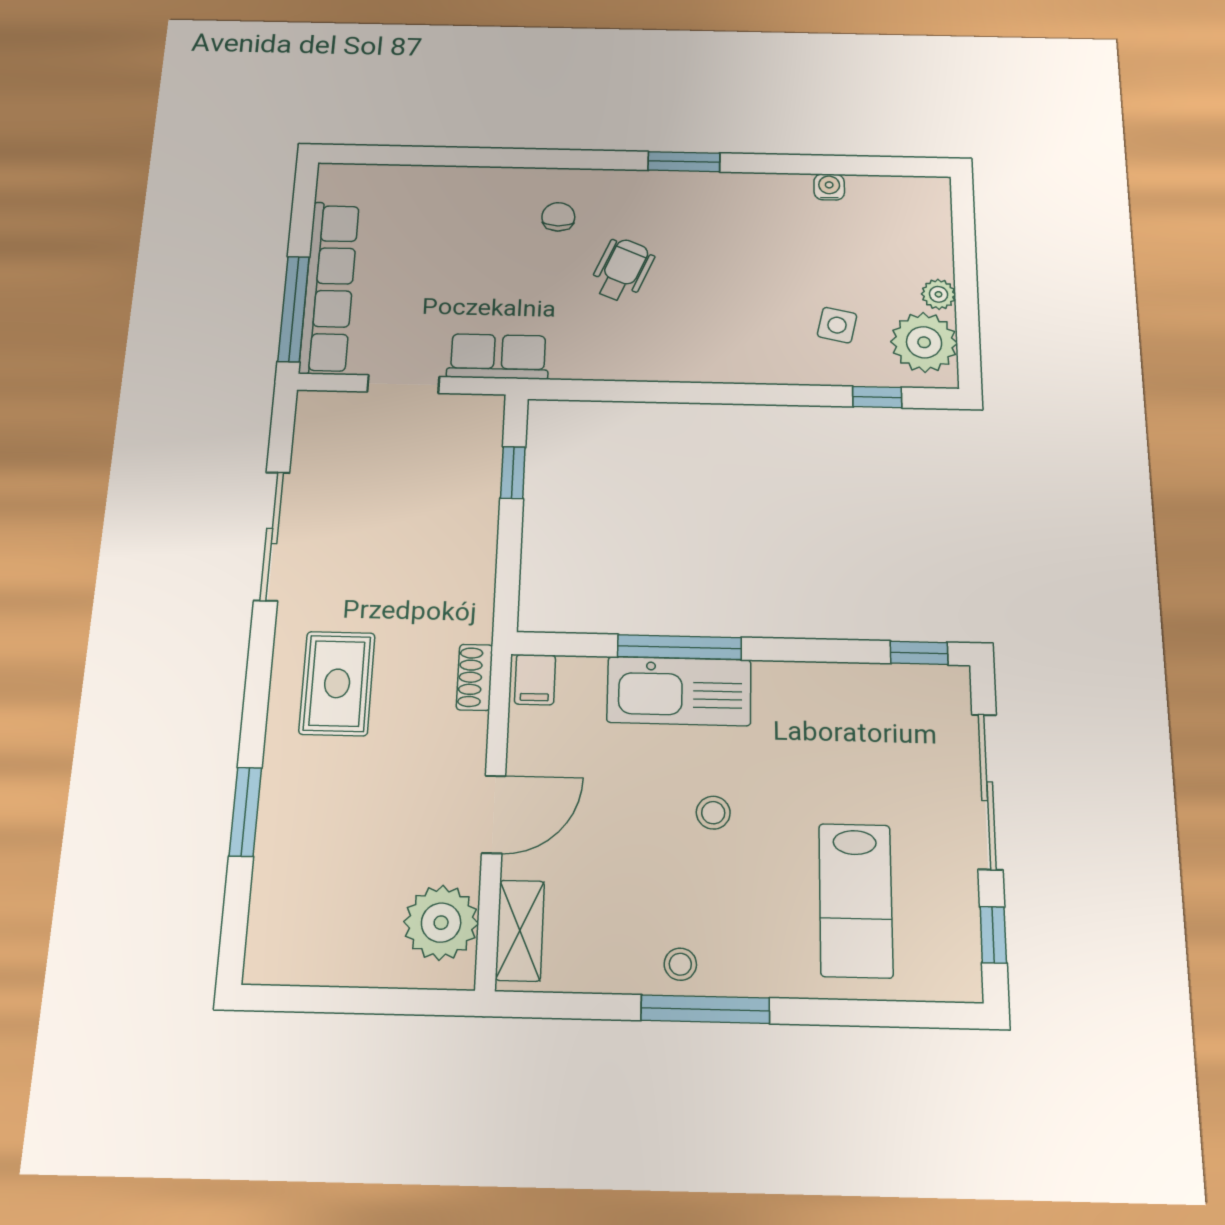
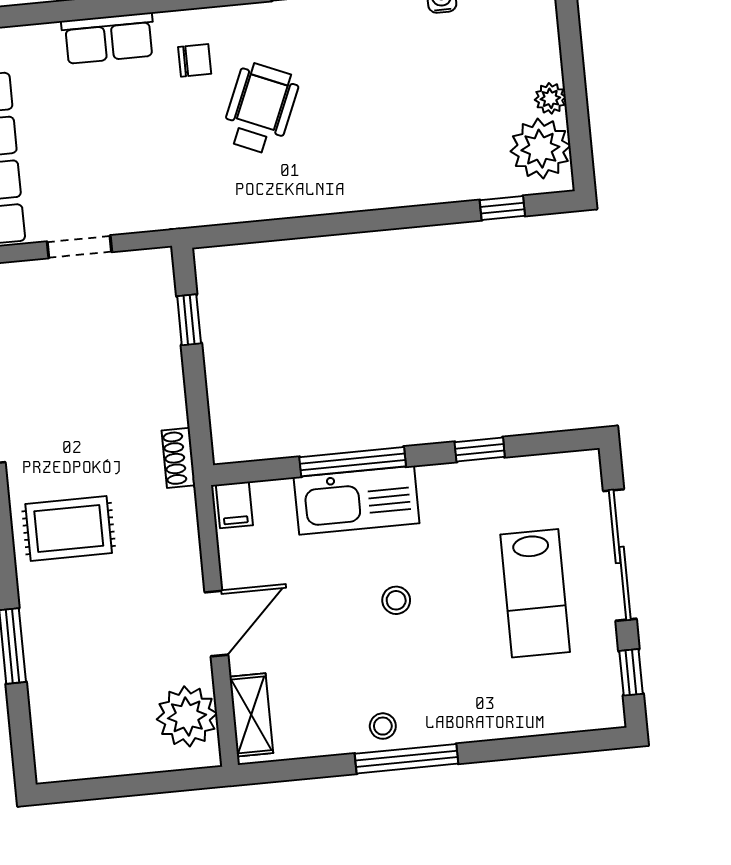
chair: (558, 217) -> (195, 60), turned 90
wheelchair: (622, 270) -> (260, 108), width x1.36, depth x1.37
side table: (837, 325) -> (461, 141), removed
row of seats: (498, 357) -> (108, 38), moved, turned 180
window: (919, 653) -> (480, 449), moved
shoe rack: (475, 677) -> (178, 458), moved
rug: (337, 683) -> (69, 528), turned 90
lab bench: (856, 900) -> (535, 593), moved

